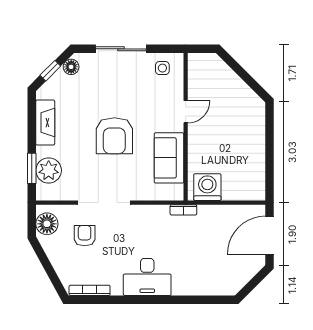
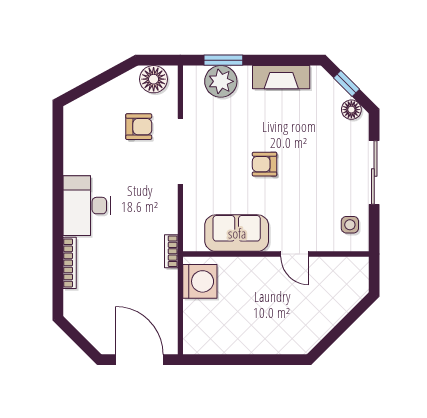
armchair: (114, 136) -> (265, 164), width x0.53, depth x0.53
bookcase: (90, 290) -> (70, 263), moved

